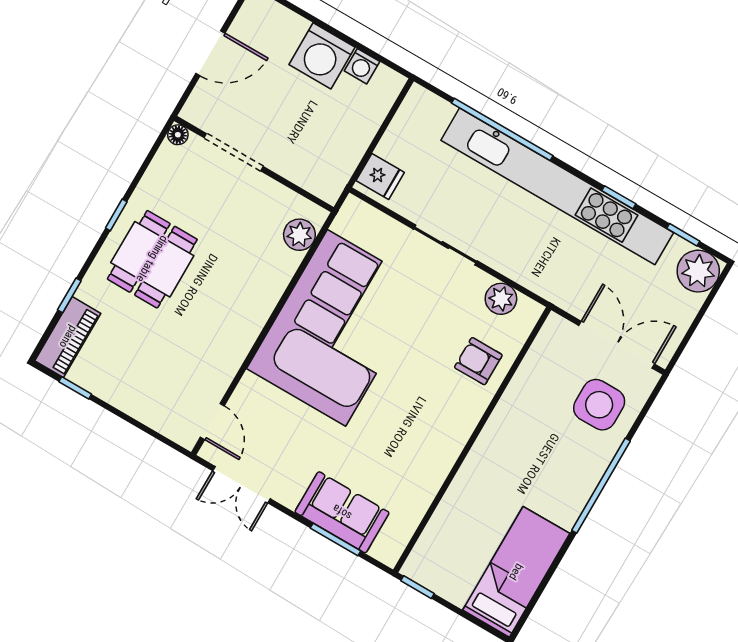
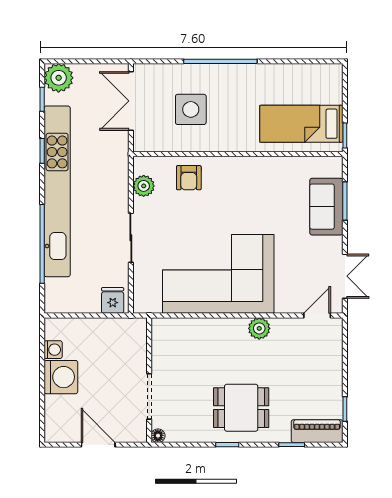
plant: (299, 235) -> (259, 328), moved
side table: (599, 405) -> (191, 109), moved
bed: (516, 572) -> (301, 124), moved

